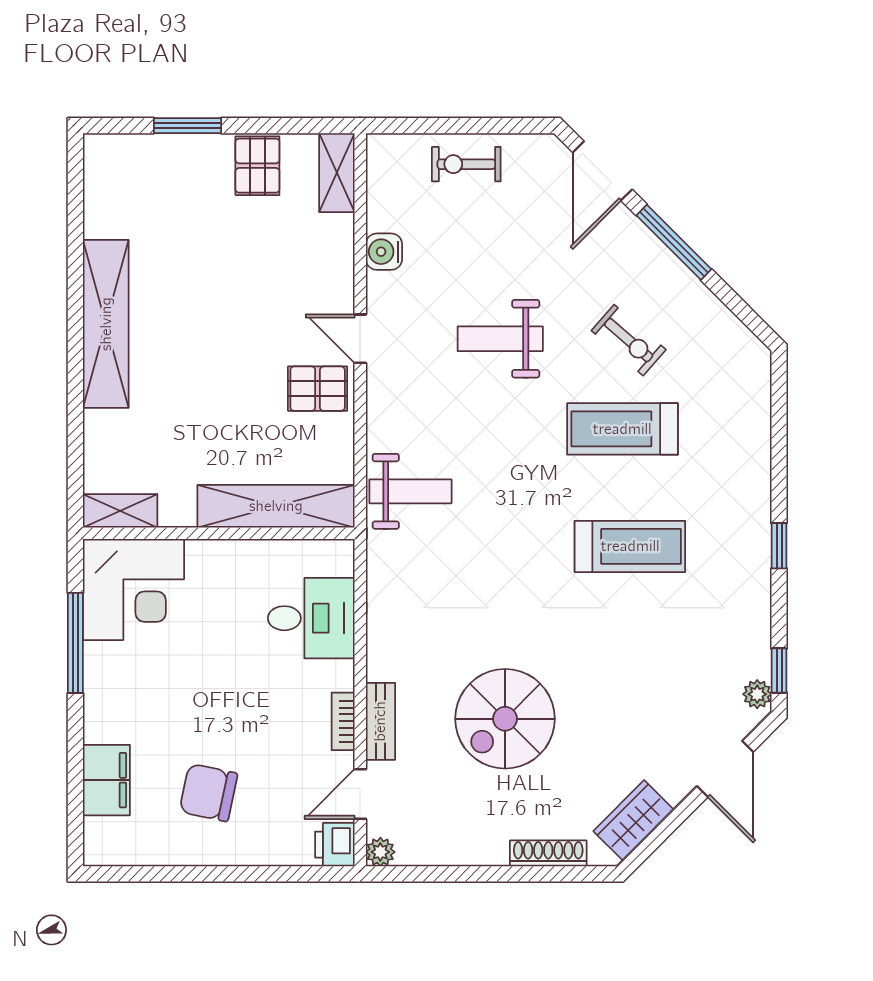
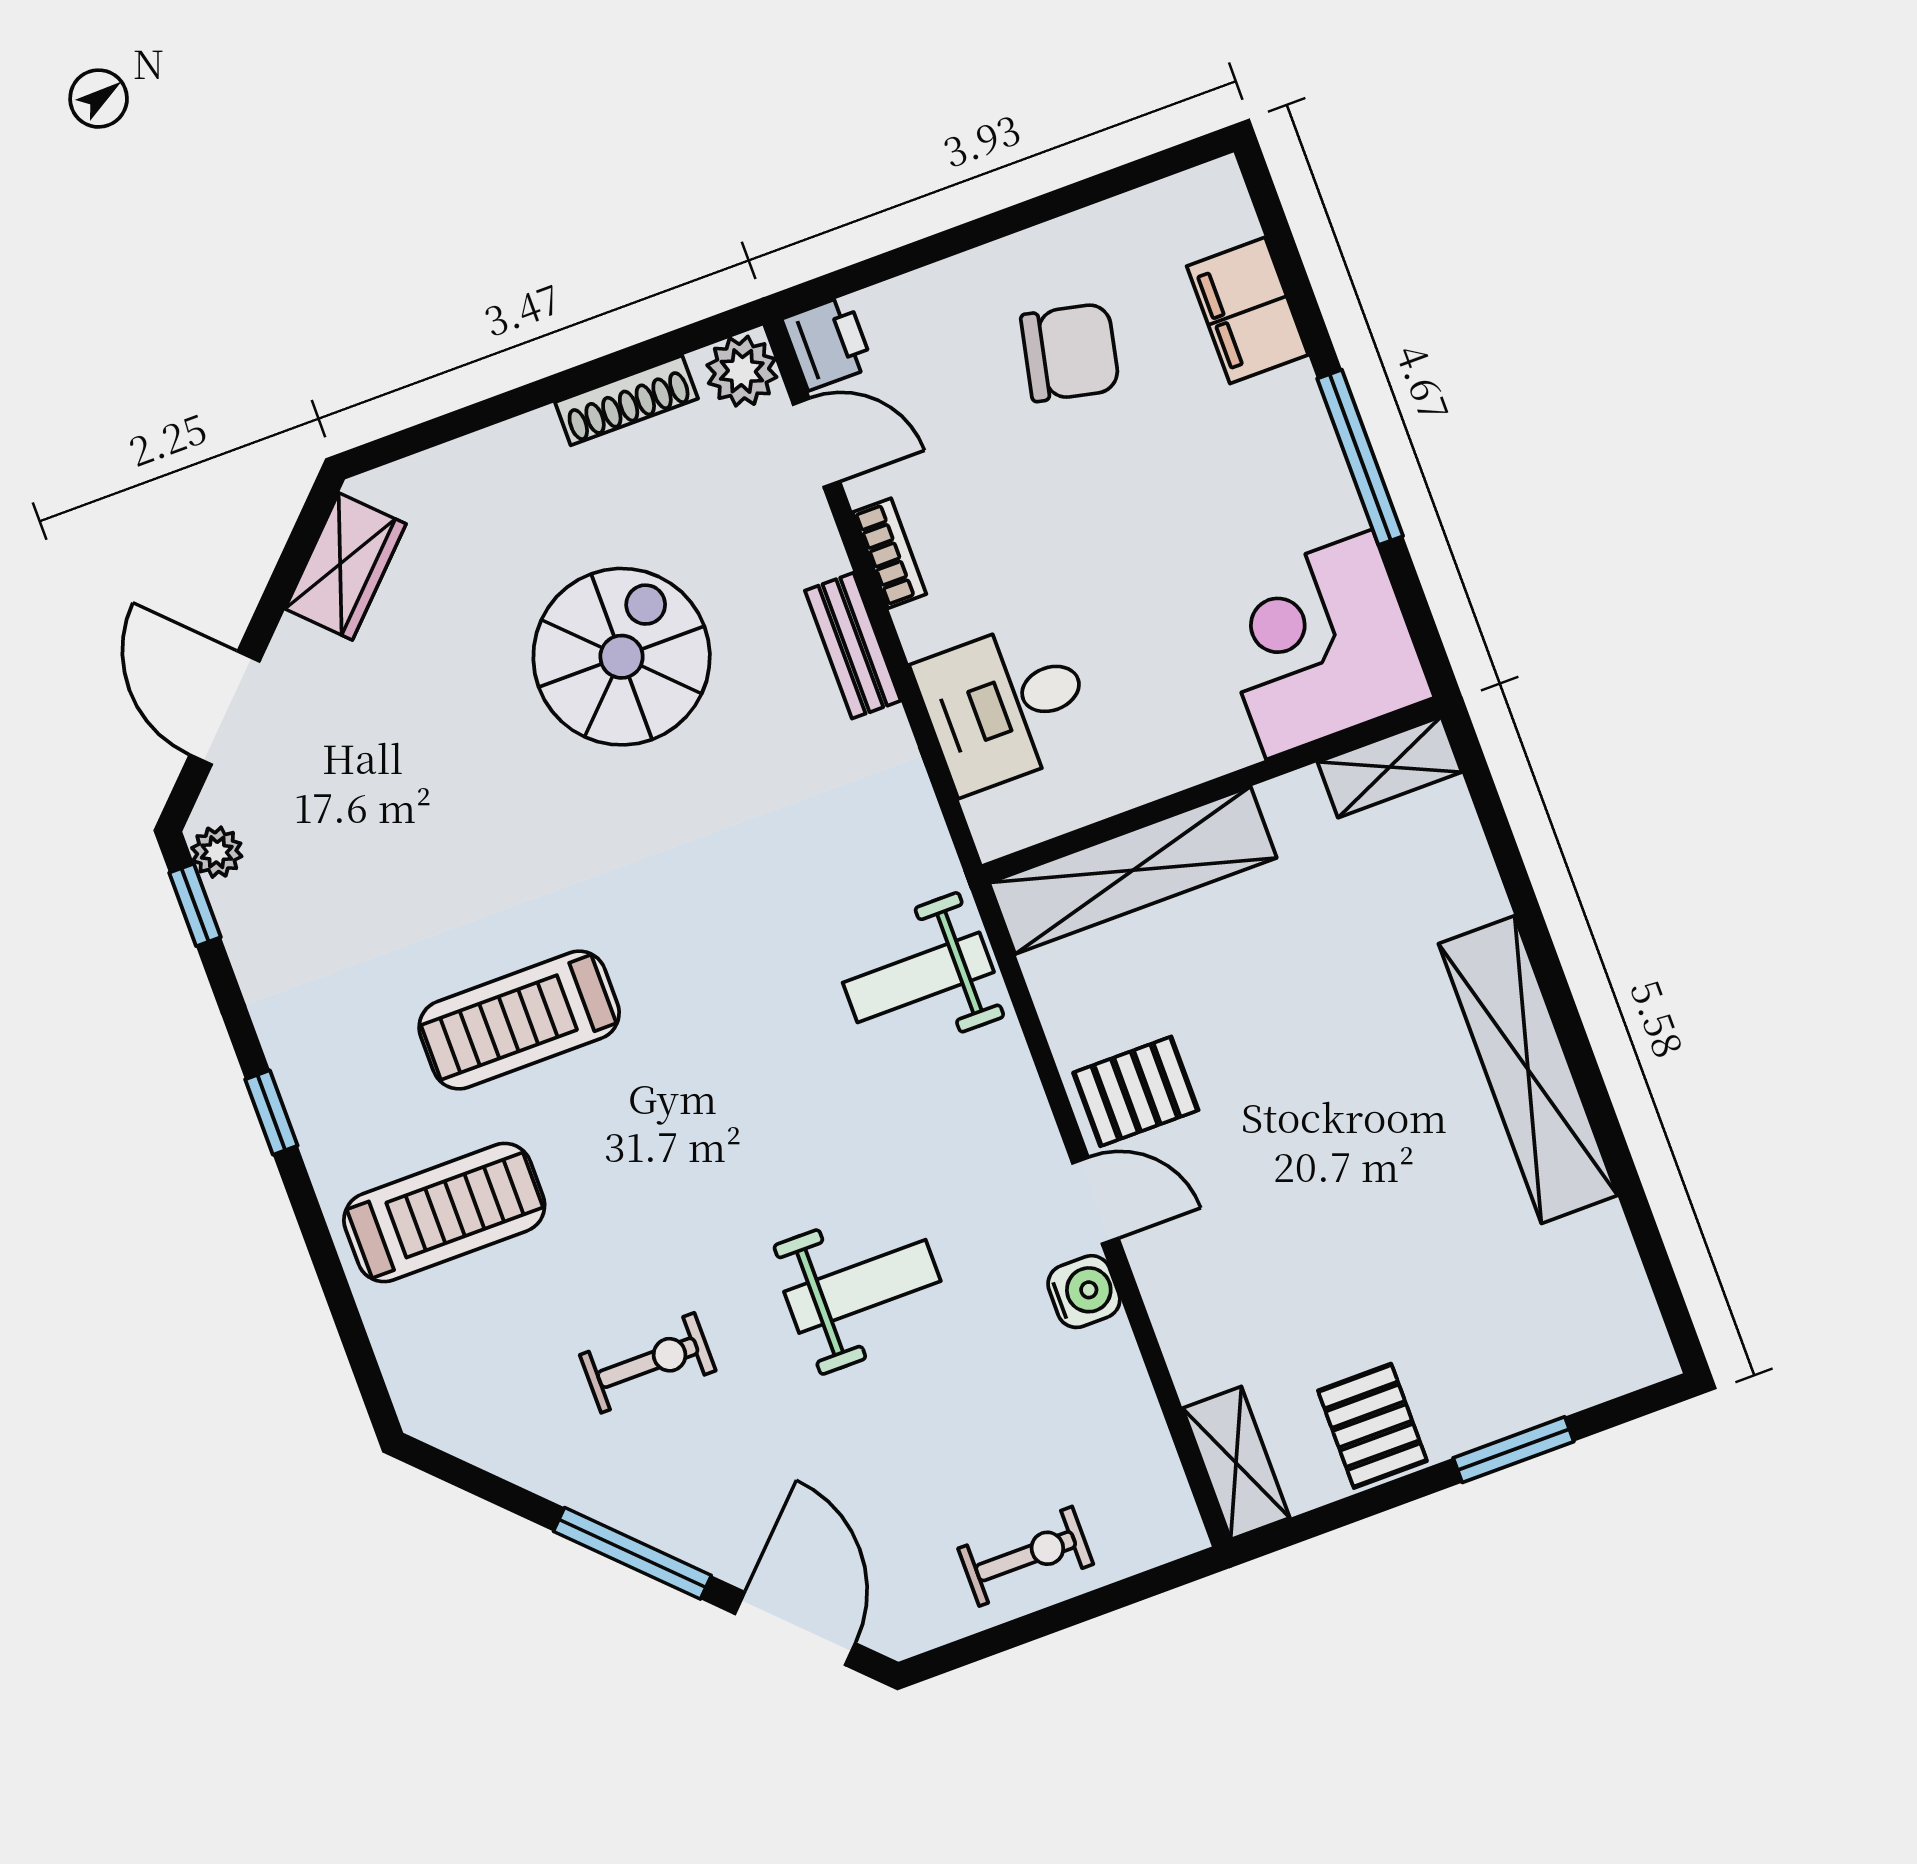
water cooler: (384, 252) -> (1084, 1292), moved
exercise bike: (629, 340) -> (648, 1363), turned 139
treadmill: (622, 429) -> (444, 1213), moved
window: (75, 643) -> (1360, 457), moved
bench: (380, 721) -> (853, 646), moved
door: (360, 794) -> (817, 443), hinge flipped
plant: (380, 852) -> (742, 371), width x1.38, depth x1.38
shoe rack: (548, 853) -> (626, 400), moved

